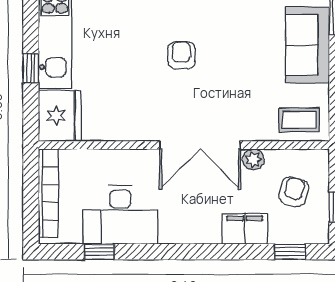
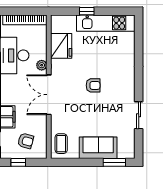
fridge: (60, 116) -> (61, 46), moved, turned -90
plant: (253, 159) -> (42, 65), moved

